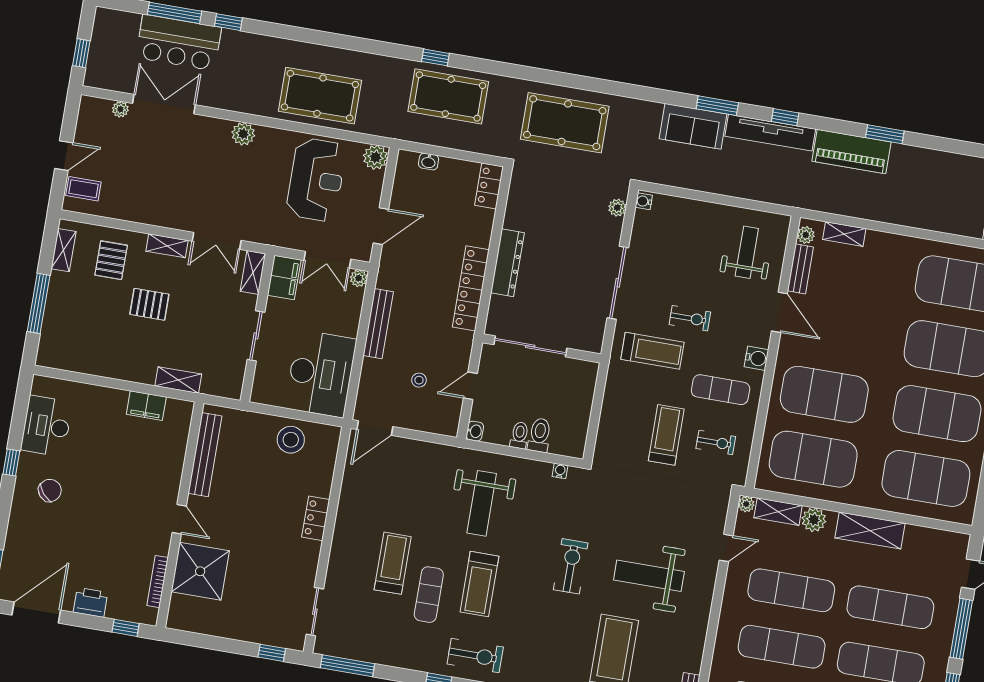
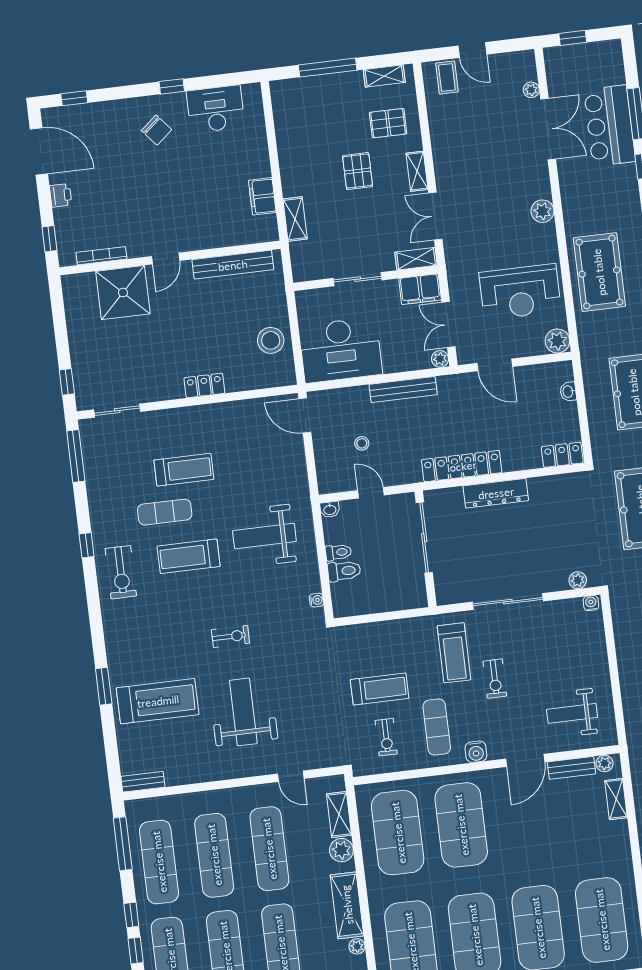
weight bench: (747, 252) -> (572, 713), turned 180
plant: (746, 504) -> (357, 946), moved
exercise bike: (571, 566) -> (230, 636), width x0.73, depth x0.72
printer: (90, 602) -> (61, 195), width x0.73, depth x0.81

